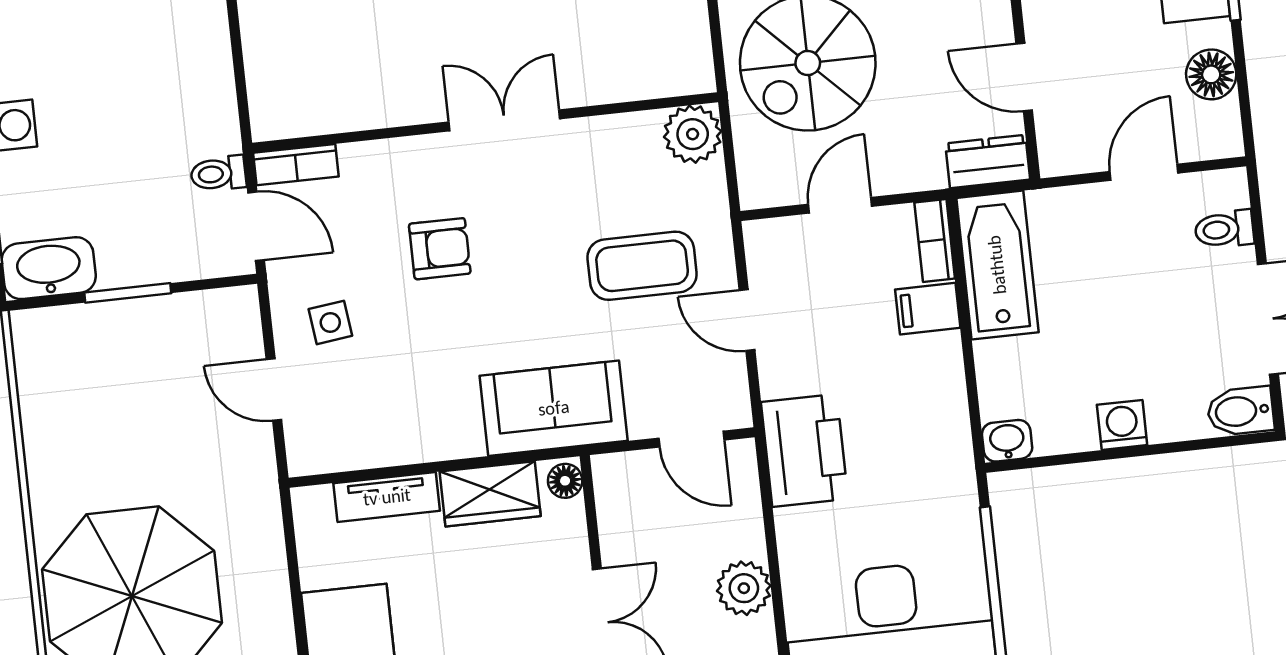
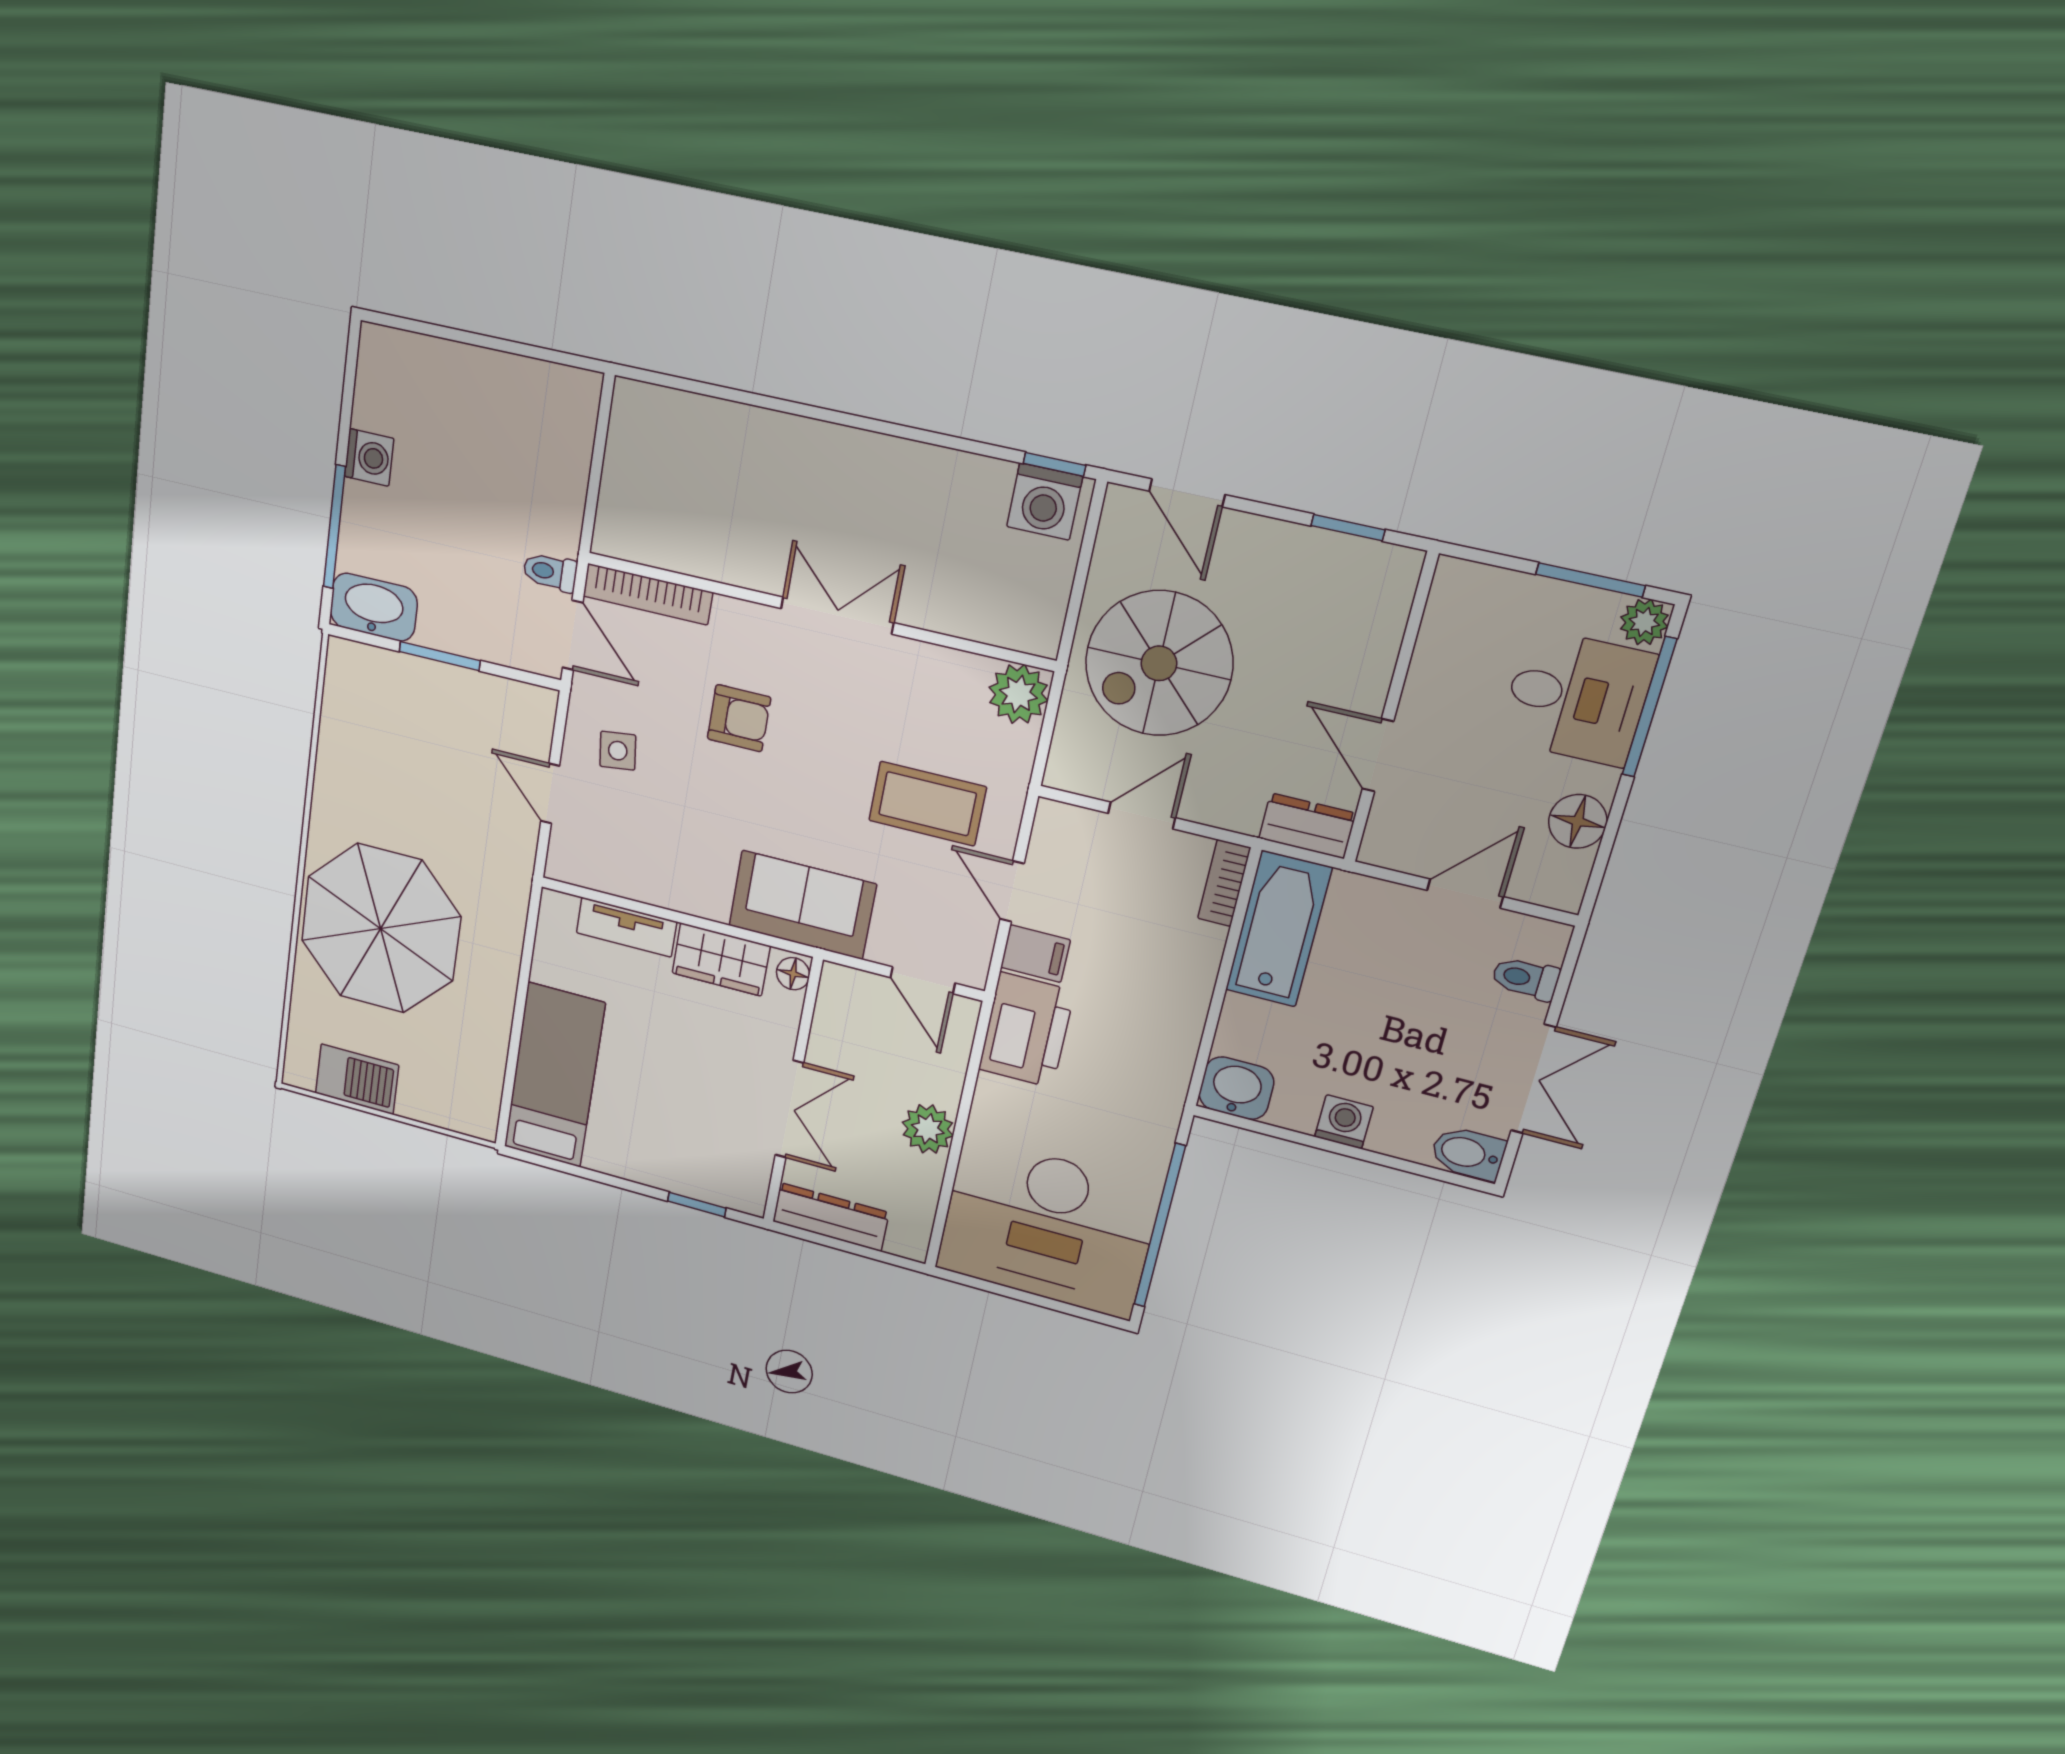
bookcase: (296, 165) -> (648, 594), width x1.56
filing cabinet: (928, 309) -> (1035, 954), moved, turned 180
washbasin: (1007, 441) -> (1236, 1088), width x1.38, depth x1.45

